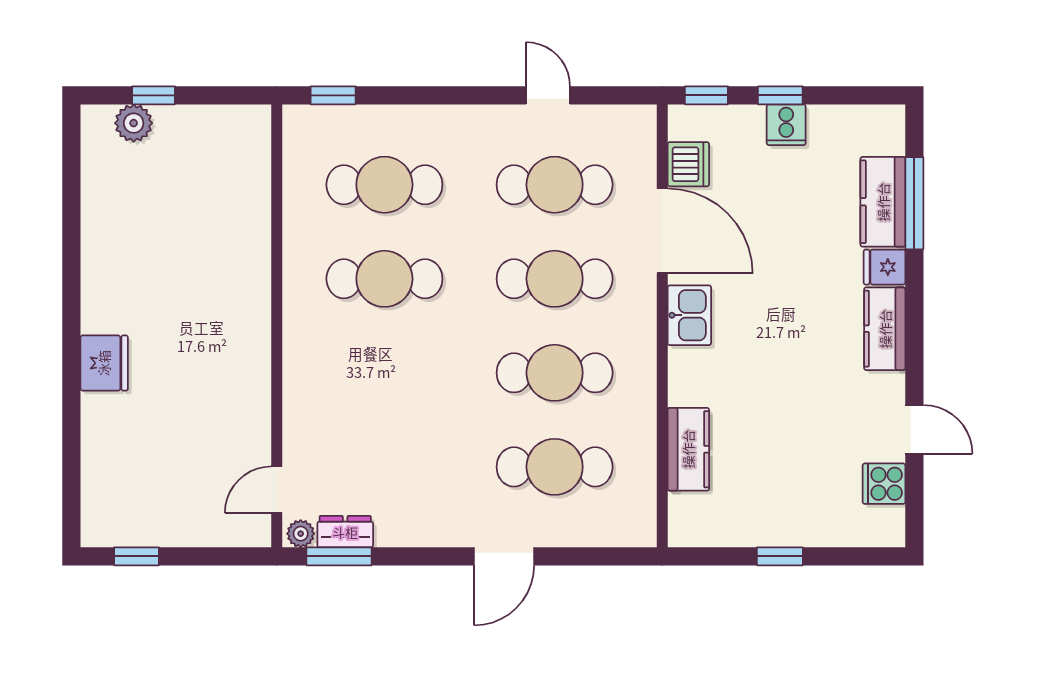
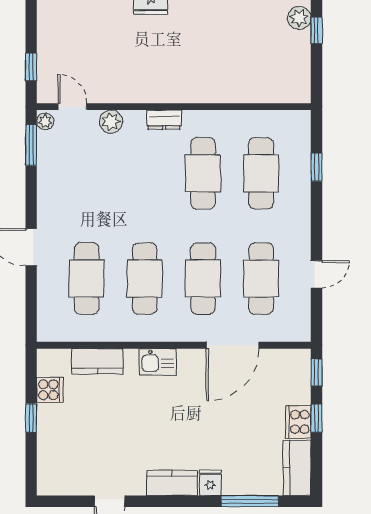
window: (333, 95) -> (317, 167), moved
cooker: (786, 125) -> (298, 422), width x1.36
dishwasher: (688, 164) -> (274, 361), removed
kitchen counter: (883, 202) -> (297, 468), moved, turned -90
kitchen sink: (689, 315) -> (158, 362), moved
plant: (301, 427) -> (111, 122), added
cooker: (884, 484) -> (50, 390), moved, turned 90
dresser: (345, 532) -> (164, 120), moved, turned 90
window: (137, 556) -> (31, 67), moved

